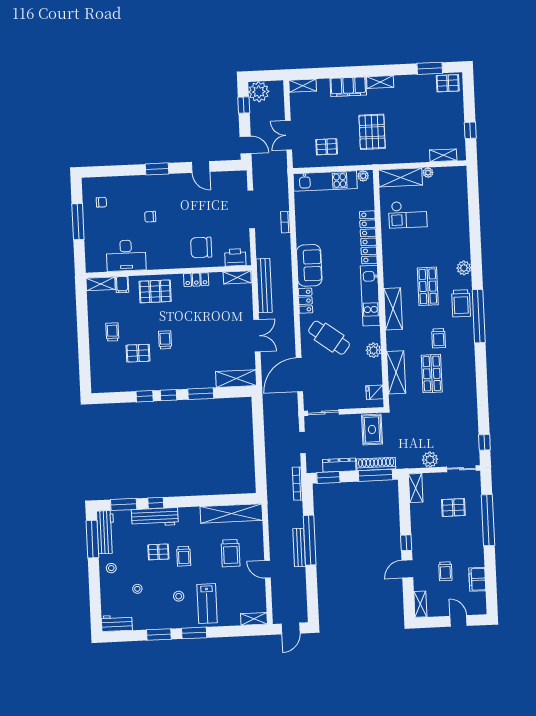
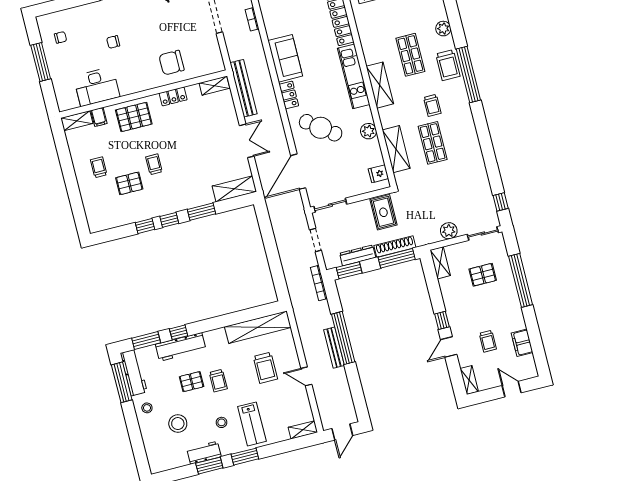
printer: (235, 257) -> (208, 66), removed
stool: (137, 589) -> (178, 424), width x1.89, depth x1.89
workbench: (117, 623) -> (204, 453), moved

